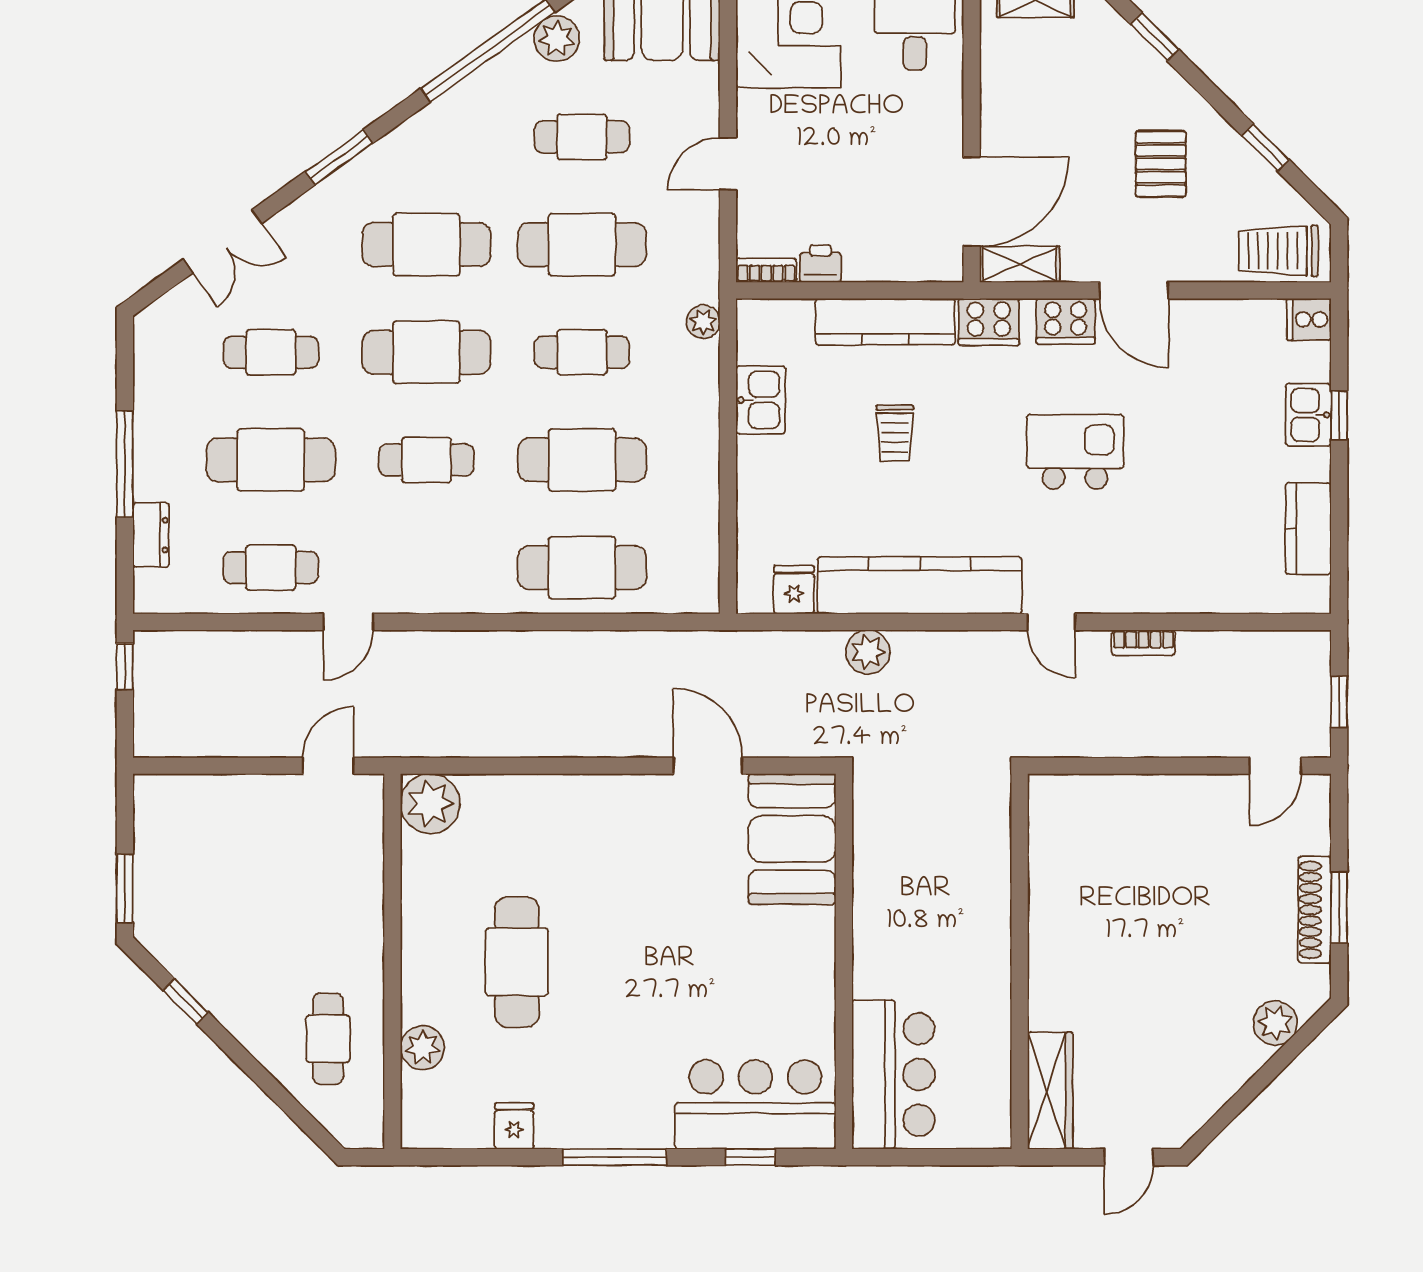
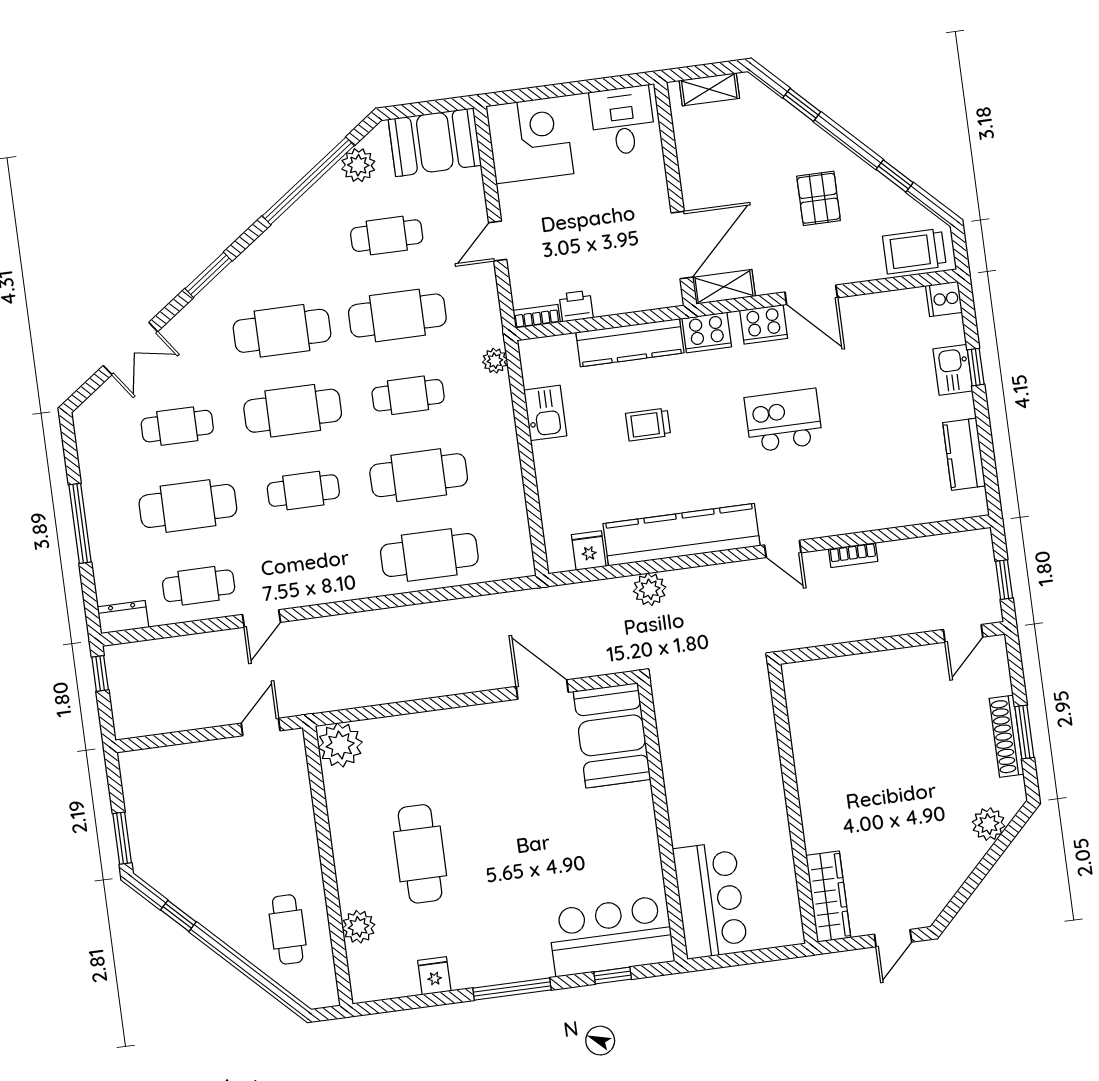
trolley: (895, 433) -> (648, 424), turned 90
dresser: (151, 535) -> (123, 617), moved, turned -90

